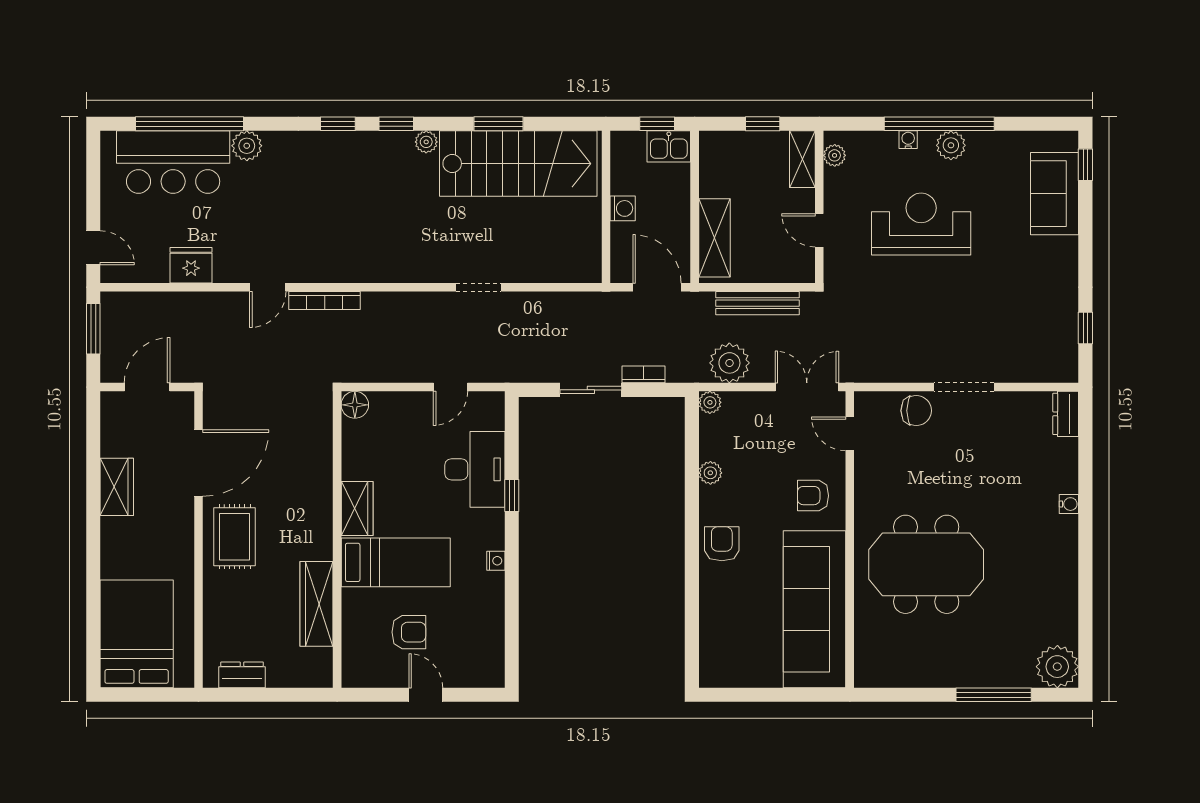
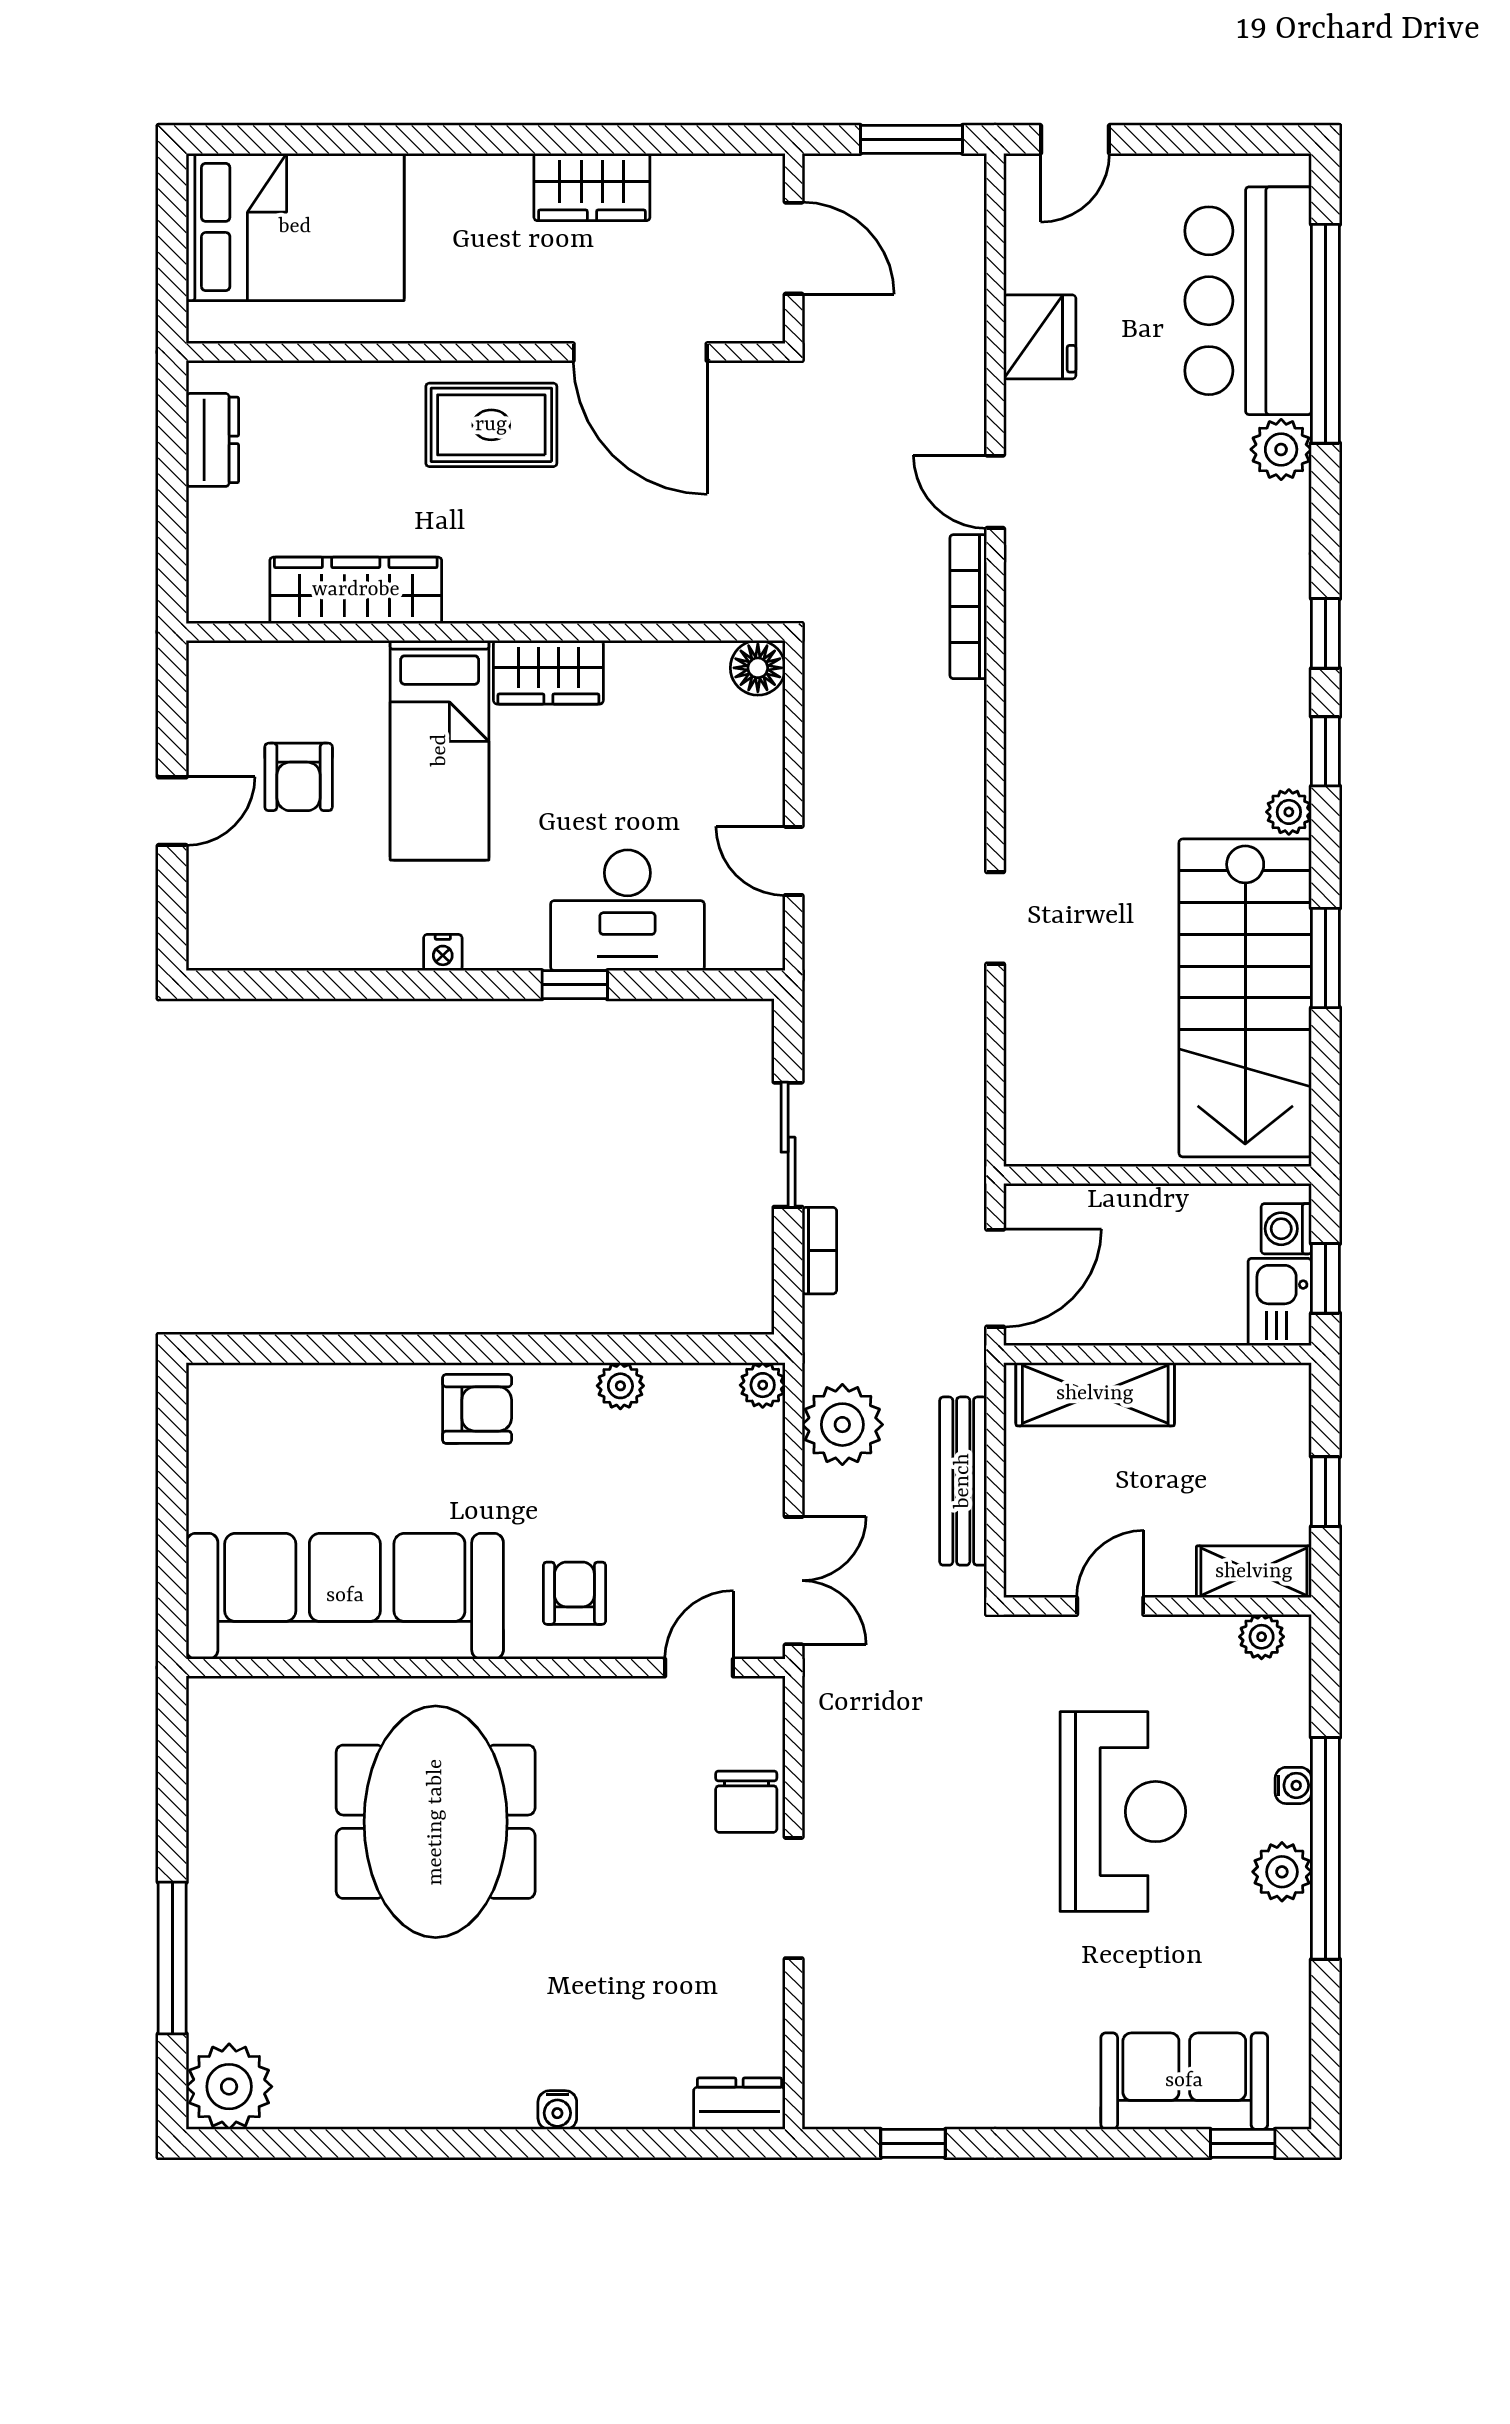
washing machine: (623, 208) -> (1286, 1229), moved, turned 90

